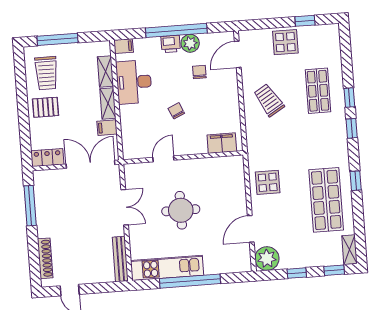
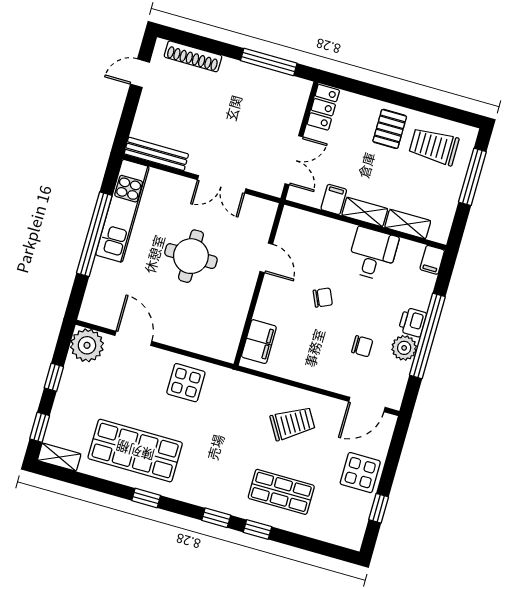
door: (238, 54) -> (367, 404), swing flipped
desk: (134, 82) -> (373, 254), width x0.73
double door: (90, 164) -> (294, 160), width x0.73

